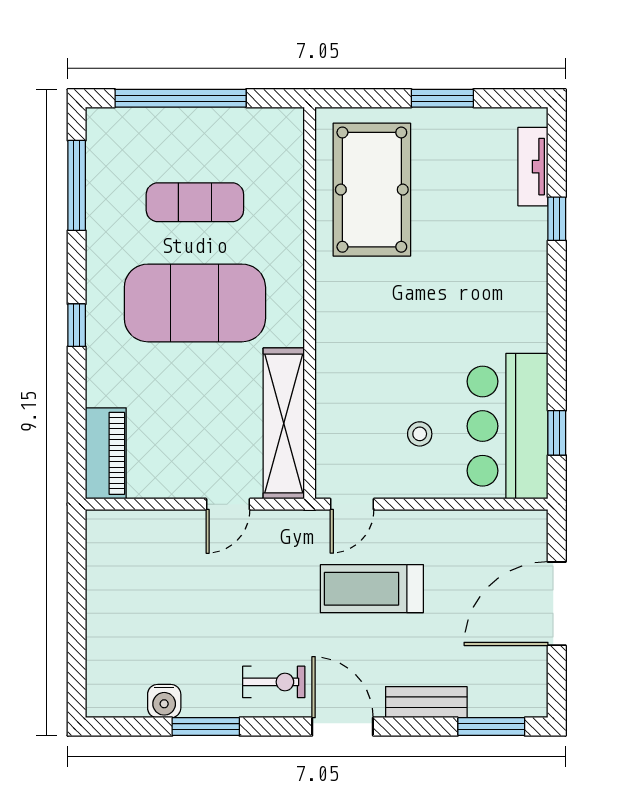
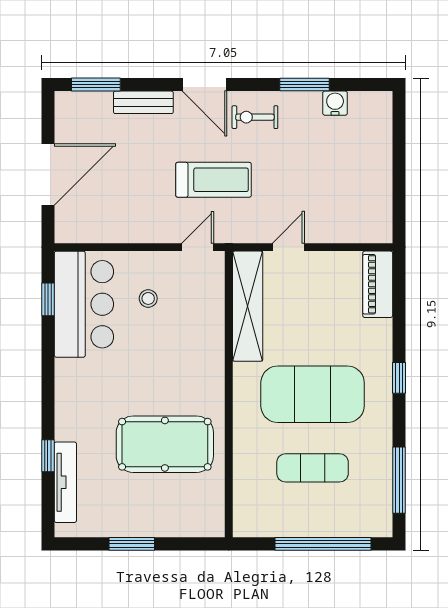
tv unit: (533, 167) -> (65, 482), width x1.41
pool table: (372, 190) -> (165, 444), moved, turned 90
treadmill: (372, 589) -> (214, 180), moved

